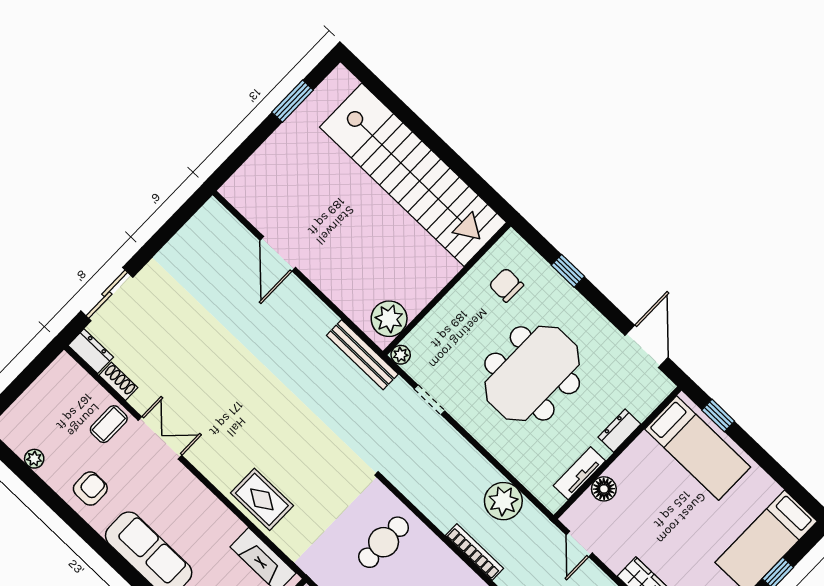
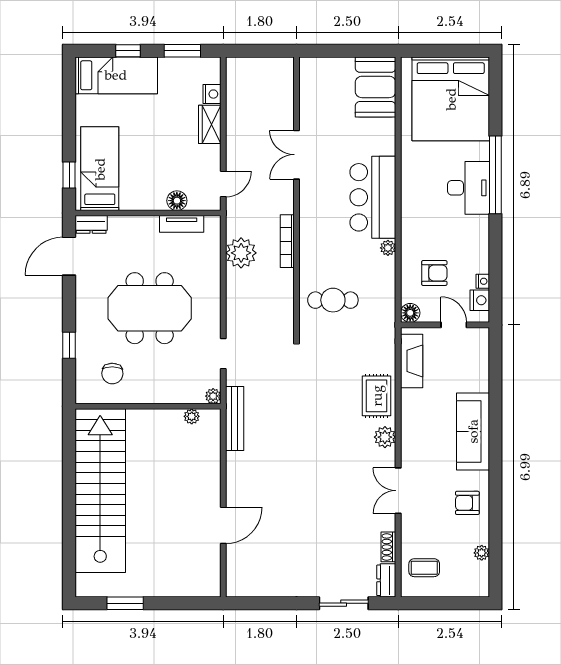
plant: (389, 319) -> (192, 416), width x0.53, depth x0.53
coffee table: (109, 424) -> (424, 568), moved
dresser: (619, 431) -> (91, 224), moved
plant: (218, 472) -> (385, 437), added

